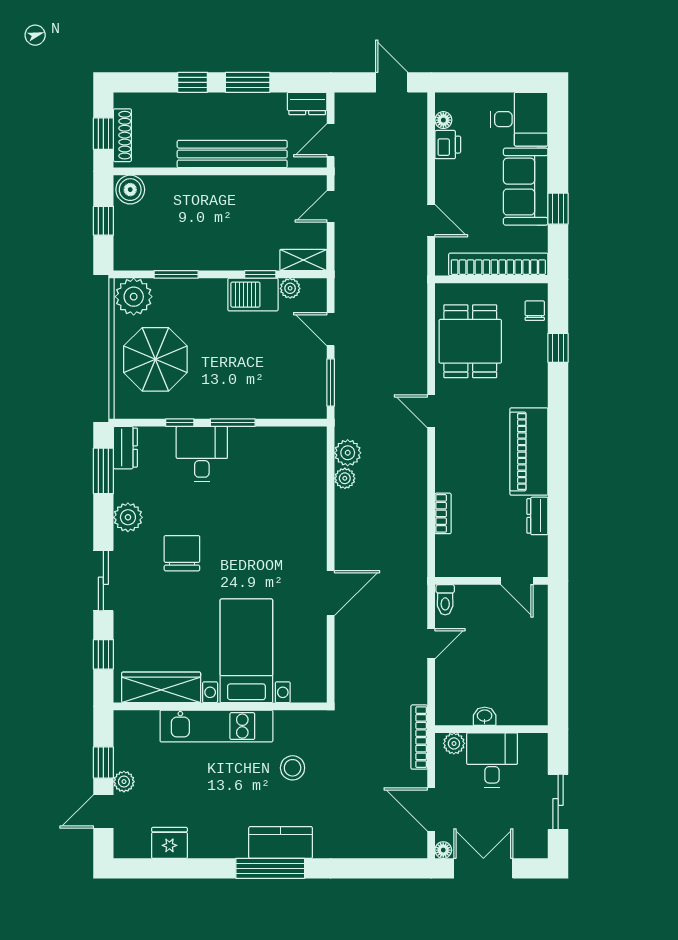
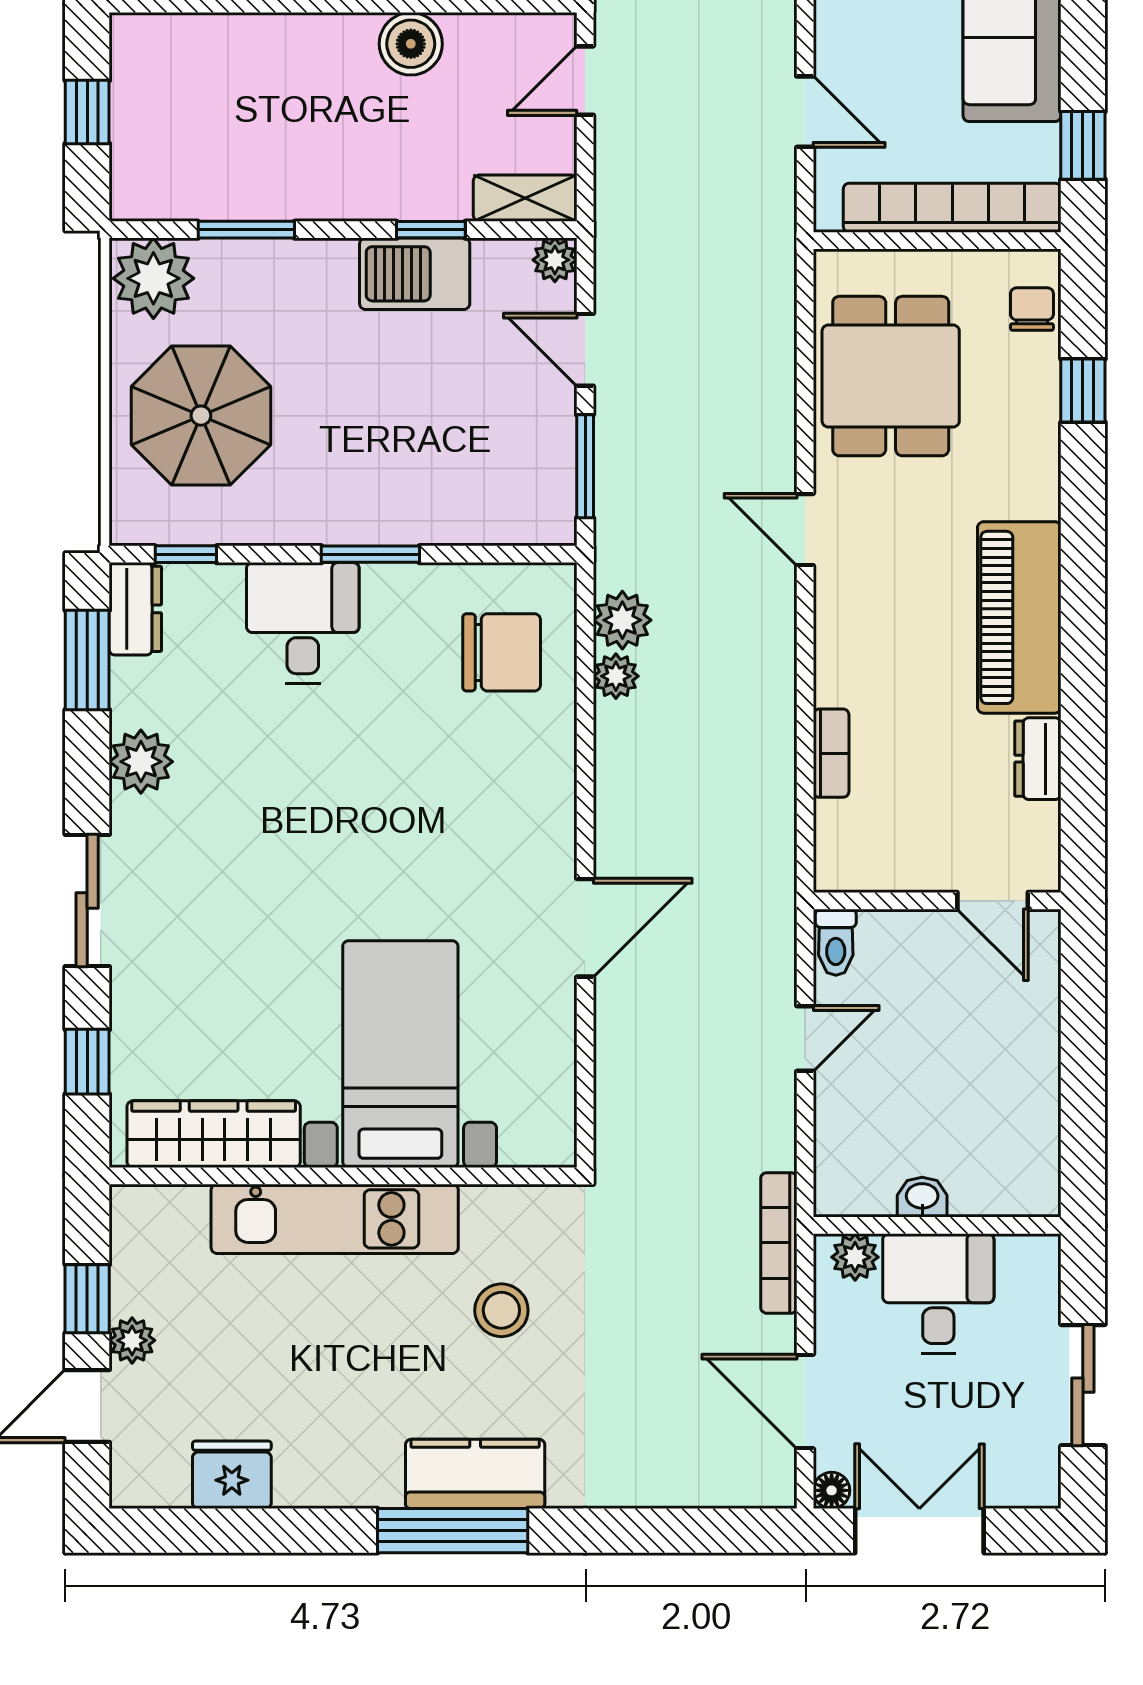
boiler: (130, 190) -> (411, 44), moved
window: (558, 209) -> (1083, 145), moved
plant: (290, 288) -> (555, 260), moved
window: (180, 423) -> (186, 554), moved
chair: (182, 553) -> (502, 652), moved, turned 90

